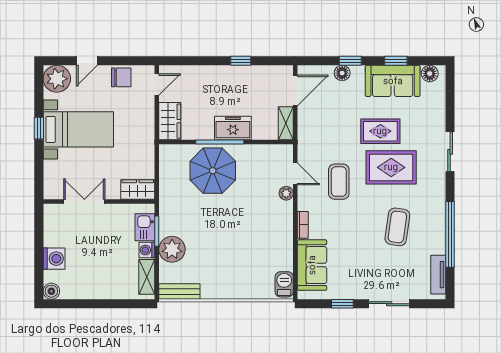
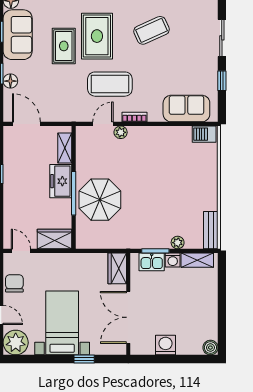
shelving: (286, 123) -> (65, 148), moved, turned 90
window: (39, 128) -> (84, 359), moved
coffee table: (339, 182) -> (110, 84), width x1.36, depth x1.32
double door: (84, 202) -> (128, 317), width x1.37
bookcase: (303, 225) -> (134, 117), moved
coffee table: (397, 227) -> (151, 30), turned -32
plant: (172, 249) -> (178, 243), width x0.53, depth x0.53
washing machine: (54, 259) -> (166, 345), moved

